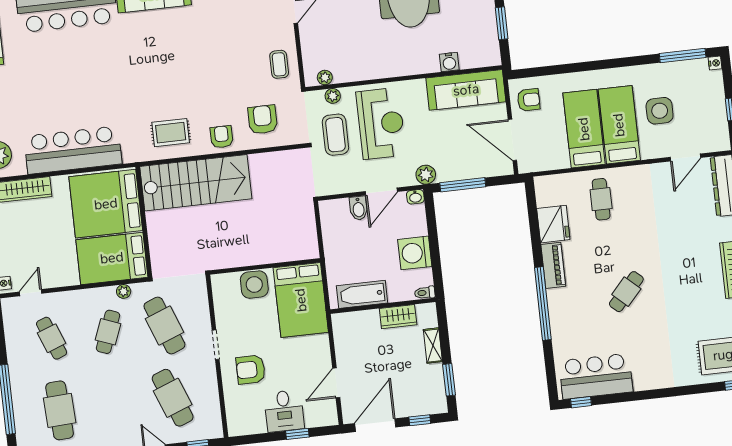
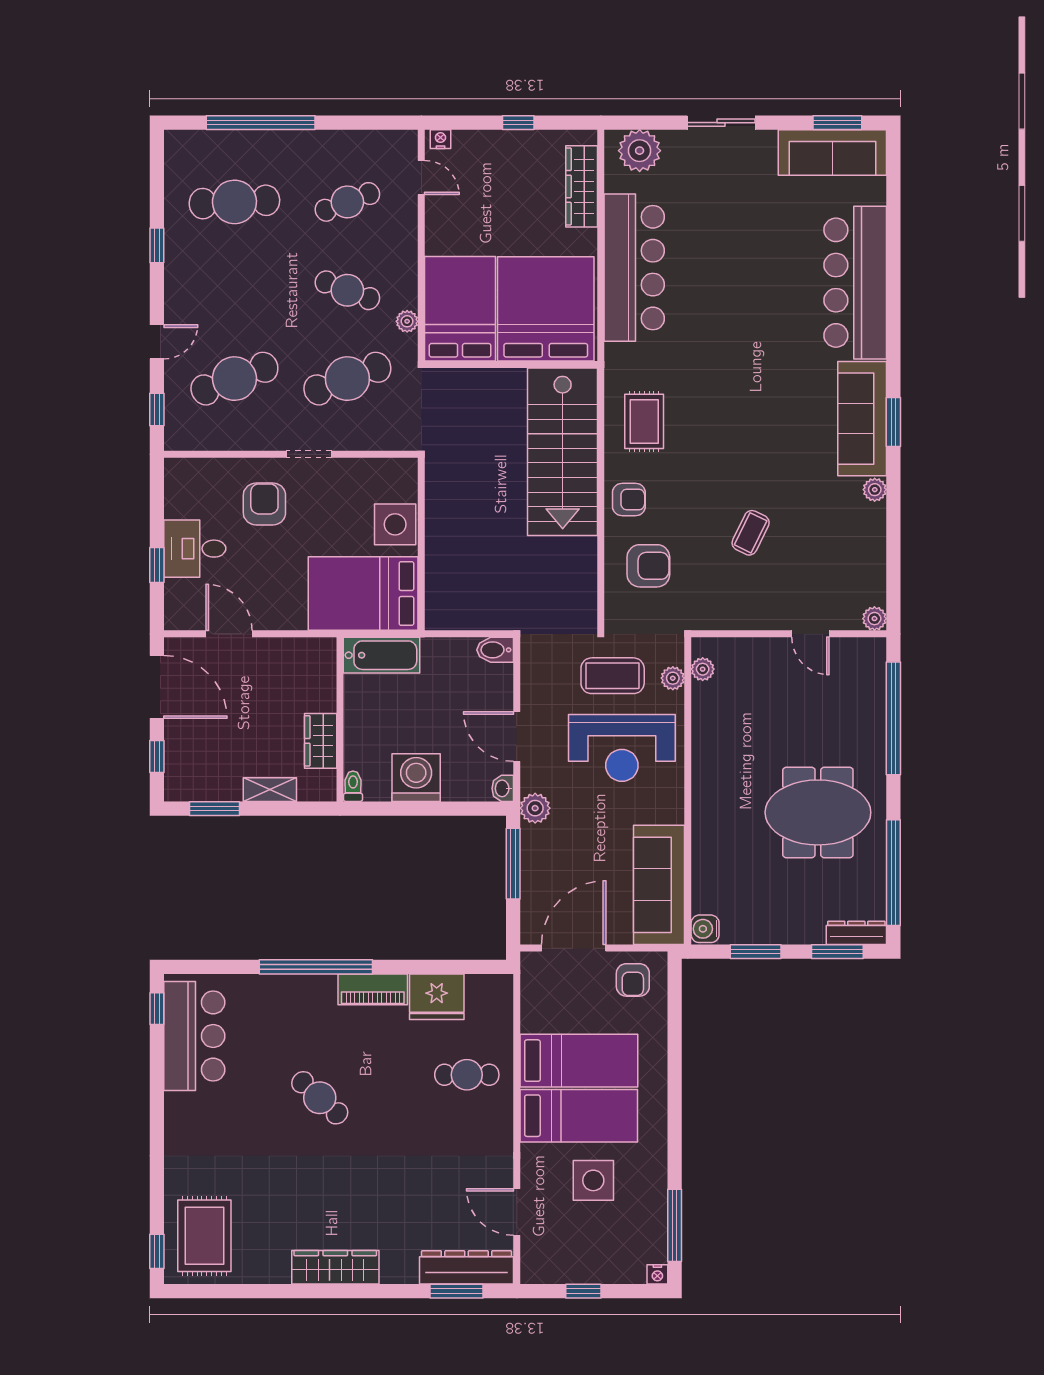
water cooler: (449, 62) -> (705, 929), moved
coffee table: (279, 64) -> (751, 533), moved, turned -64
bidet: (358, 208) -> (495, 650), moved
bathtub: (362, 294) -> (381, 655), moved, turned 90

